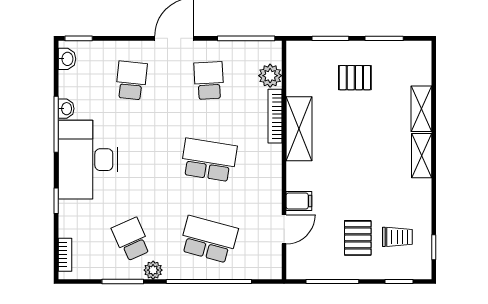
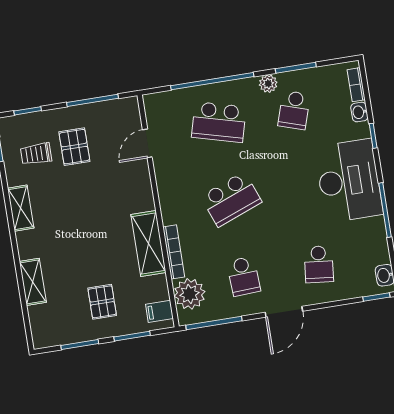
plant: (270, 76) -> (190, 294), width x1.36, depth x1.36
pallet: (355, 78) -> (102, 302), turned 90
washbasin: (66, 109) -> (359, 112), moved
shelving: (422, 156) -> (21, 208), moved
school desk: (209, 160) -> (231, 199), turned -30
filing cabinet: (299, 201) -> (159, 311), moved
school desk: (131, 239) -> (294, 110), turned 42

